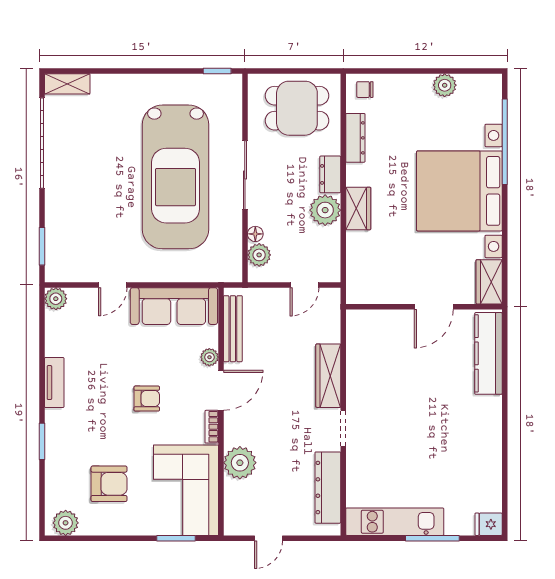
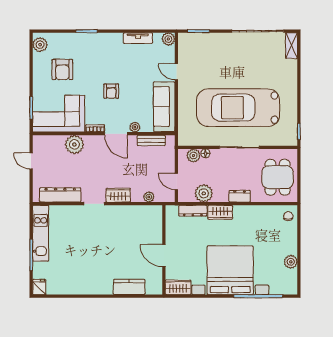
dresser: (355, 138) -> (193, 211), moved
plant: (325, 210) -> (204, 193), moved
bench: (233, 329) -> (151, 140), width x0.73
plant: (331, 333) -> (149, 197), added
kitchen counter: (488, 353) -> (129, 287), width x0.67
wardrobe: (328, 376) -> (118, 195), width x0.67
tv unit: (54, 383) -> (138, 38), moved

